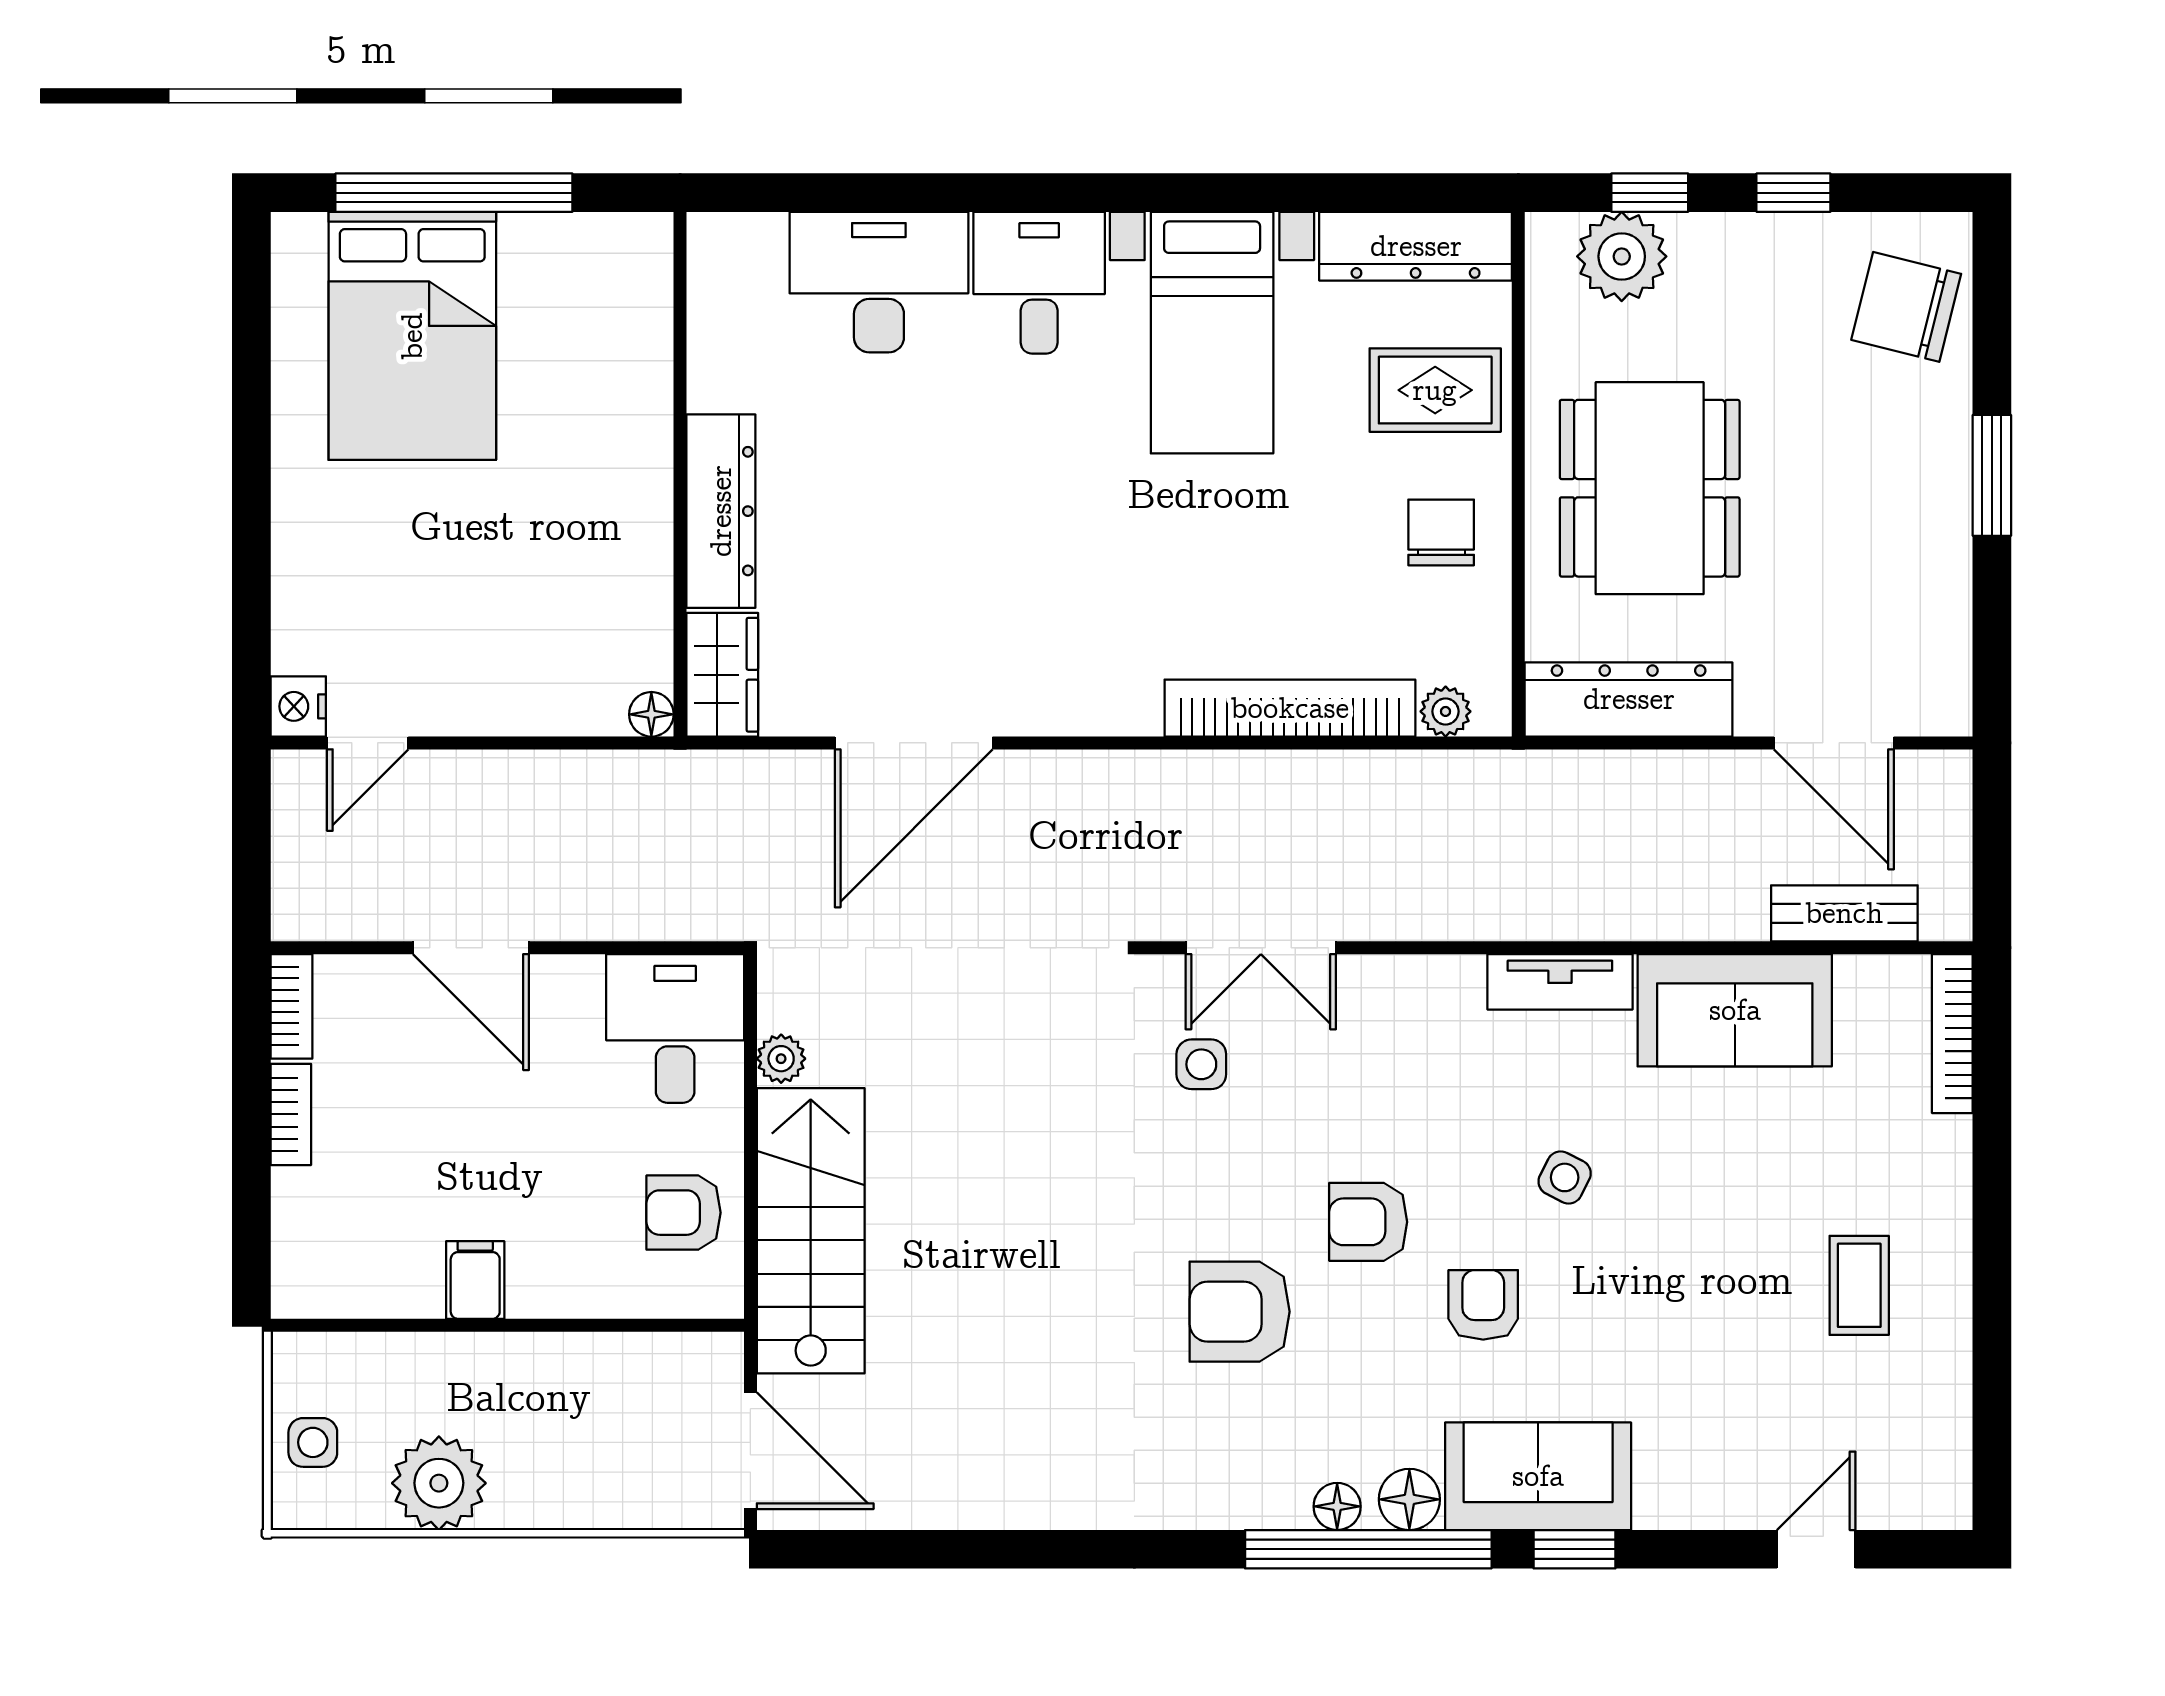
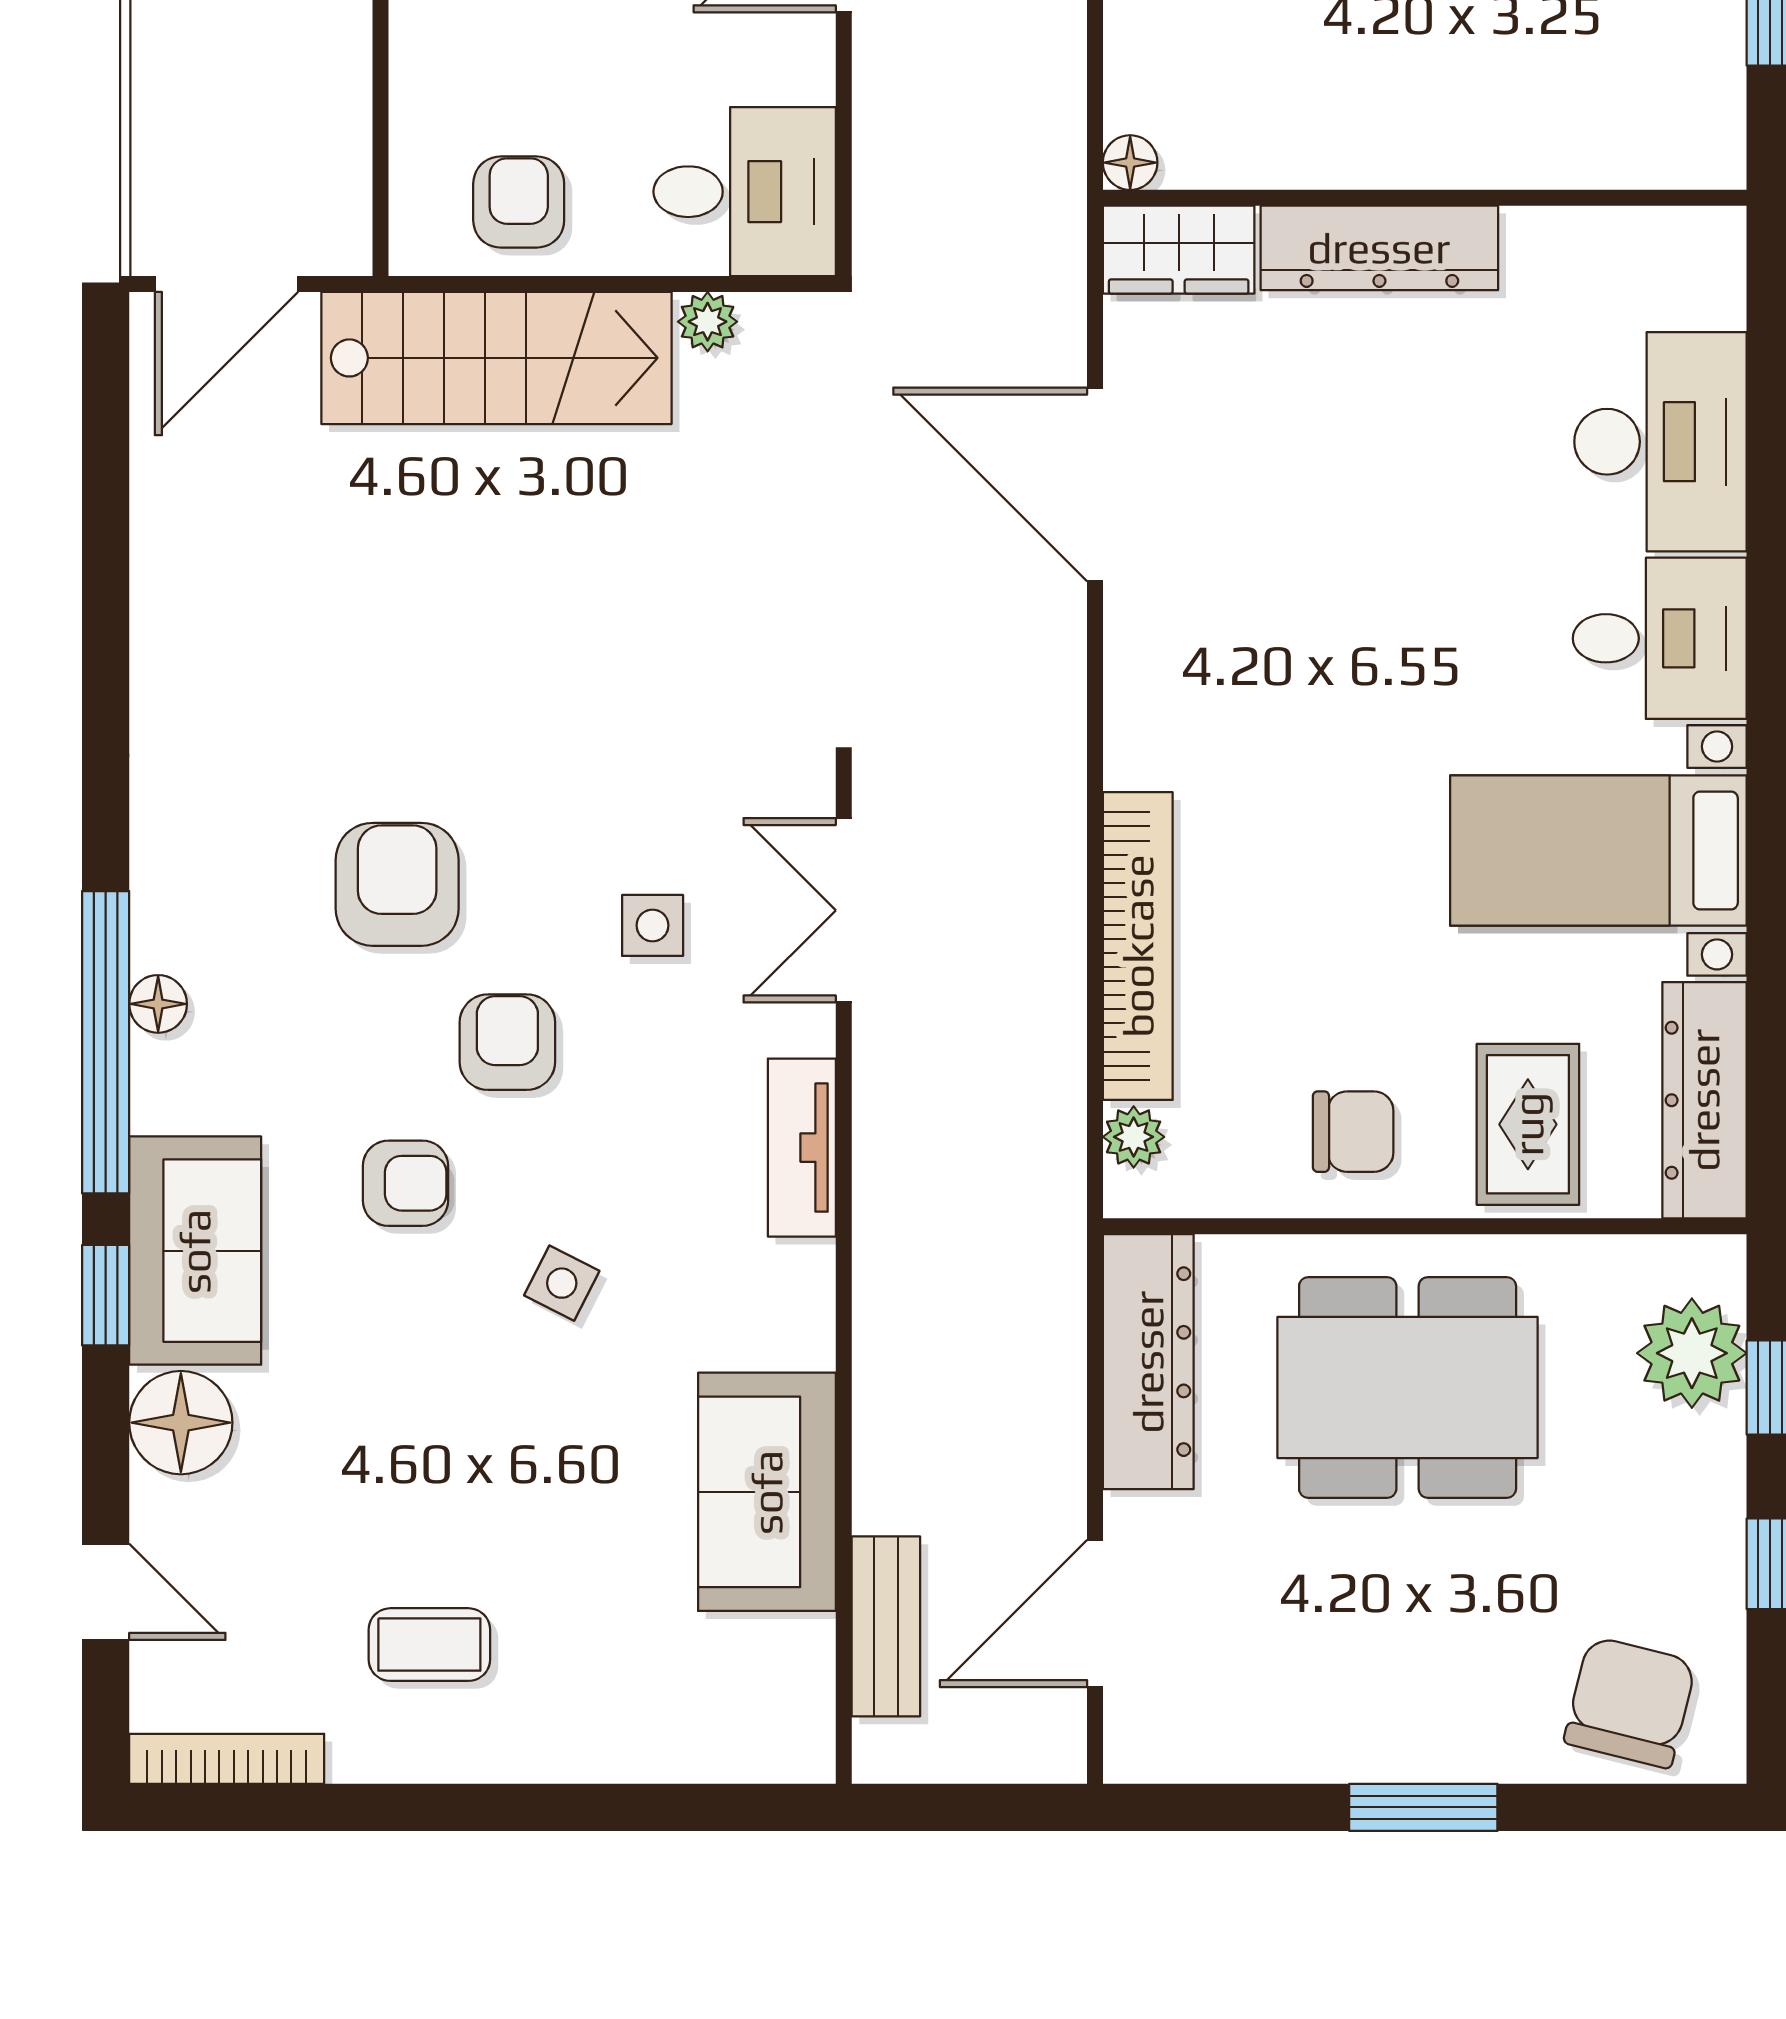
tv unit: (1560, 982) -> (802, 1148), moved
bookcase: (1952, 1034) -> (227, 1759), moved
side table: (1201, 1064) -> (653, 925), moved
floor lamp: (1409, 1499) -> (181, 1423), moved, width x1.38, depth x1.38

